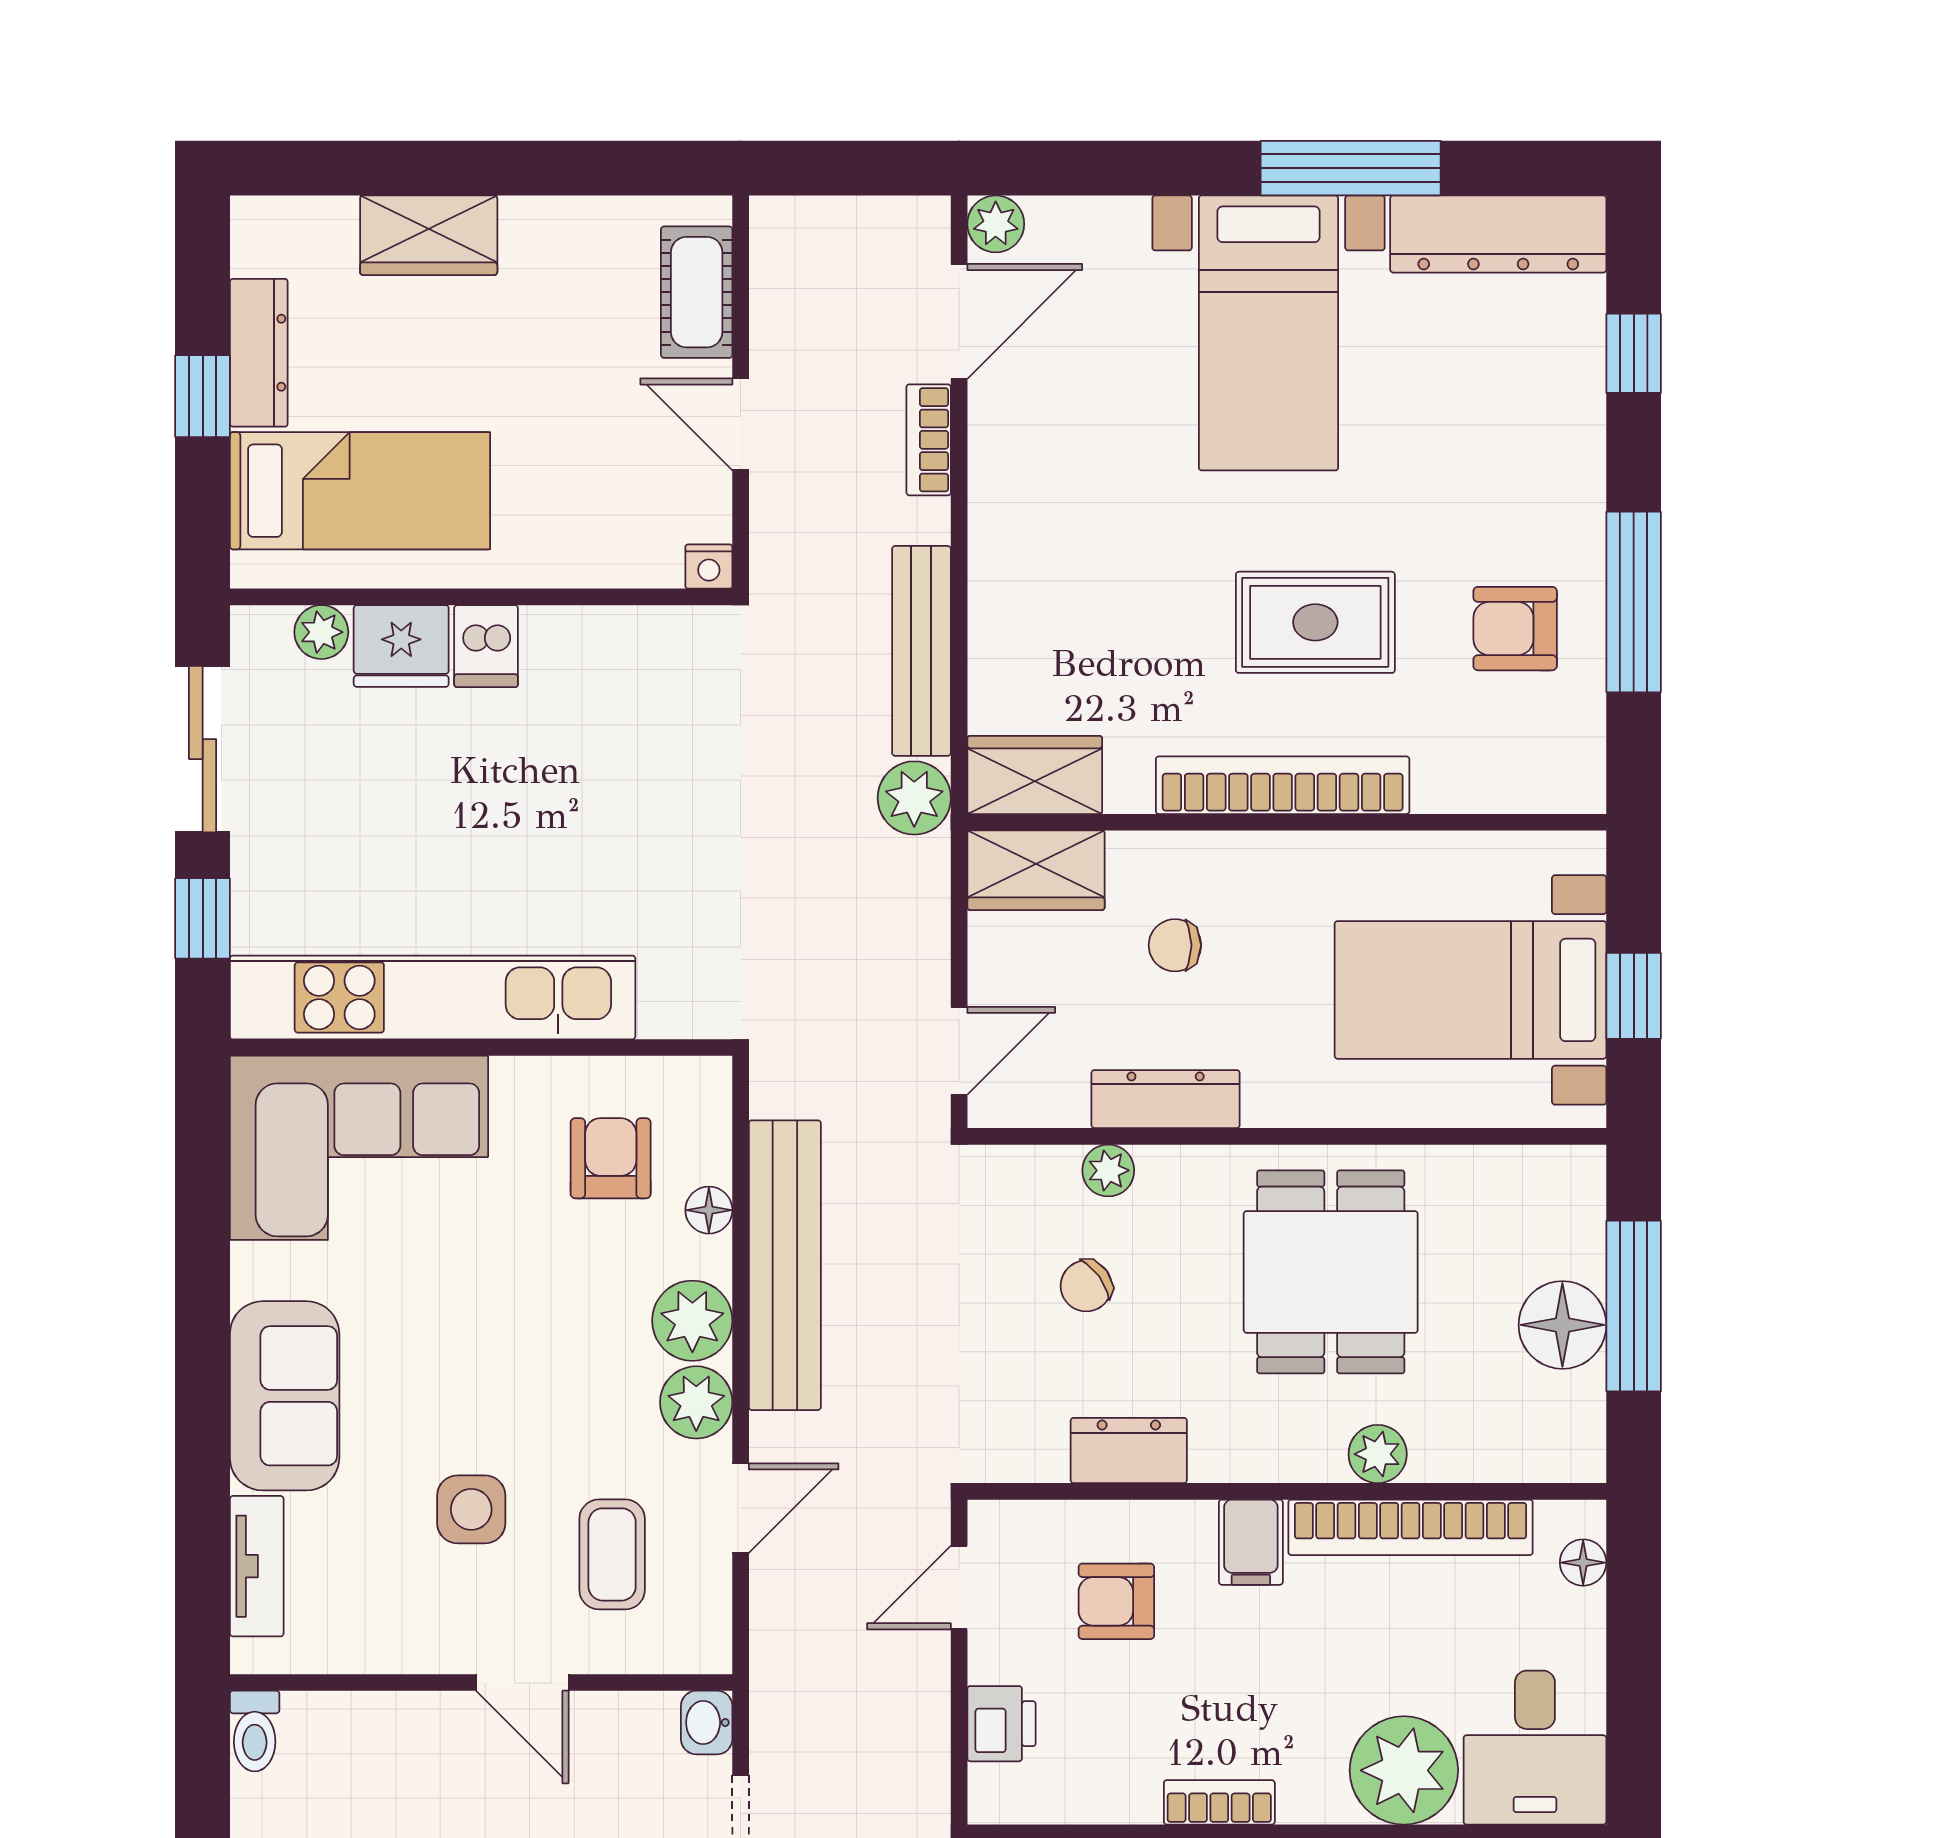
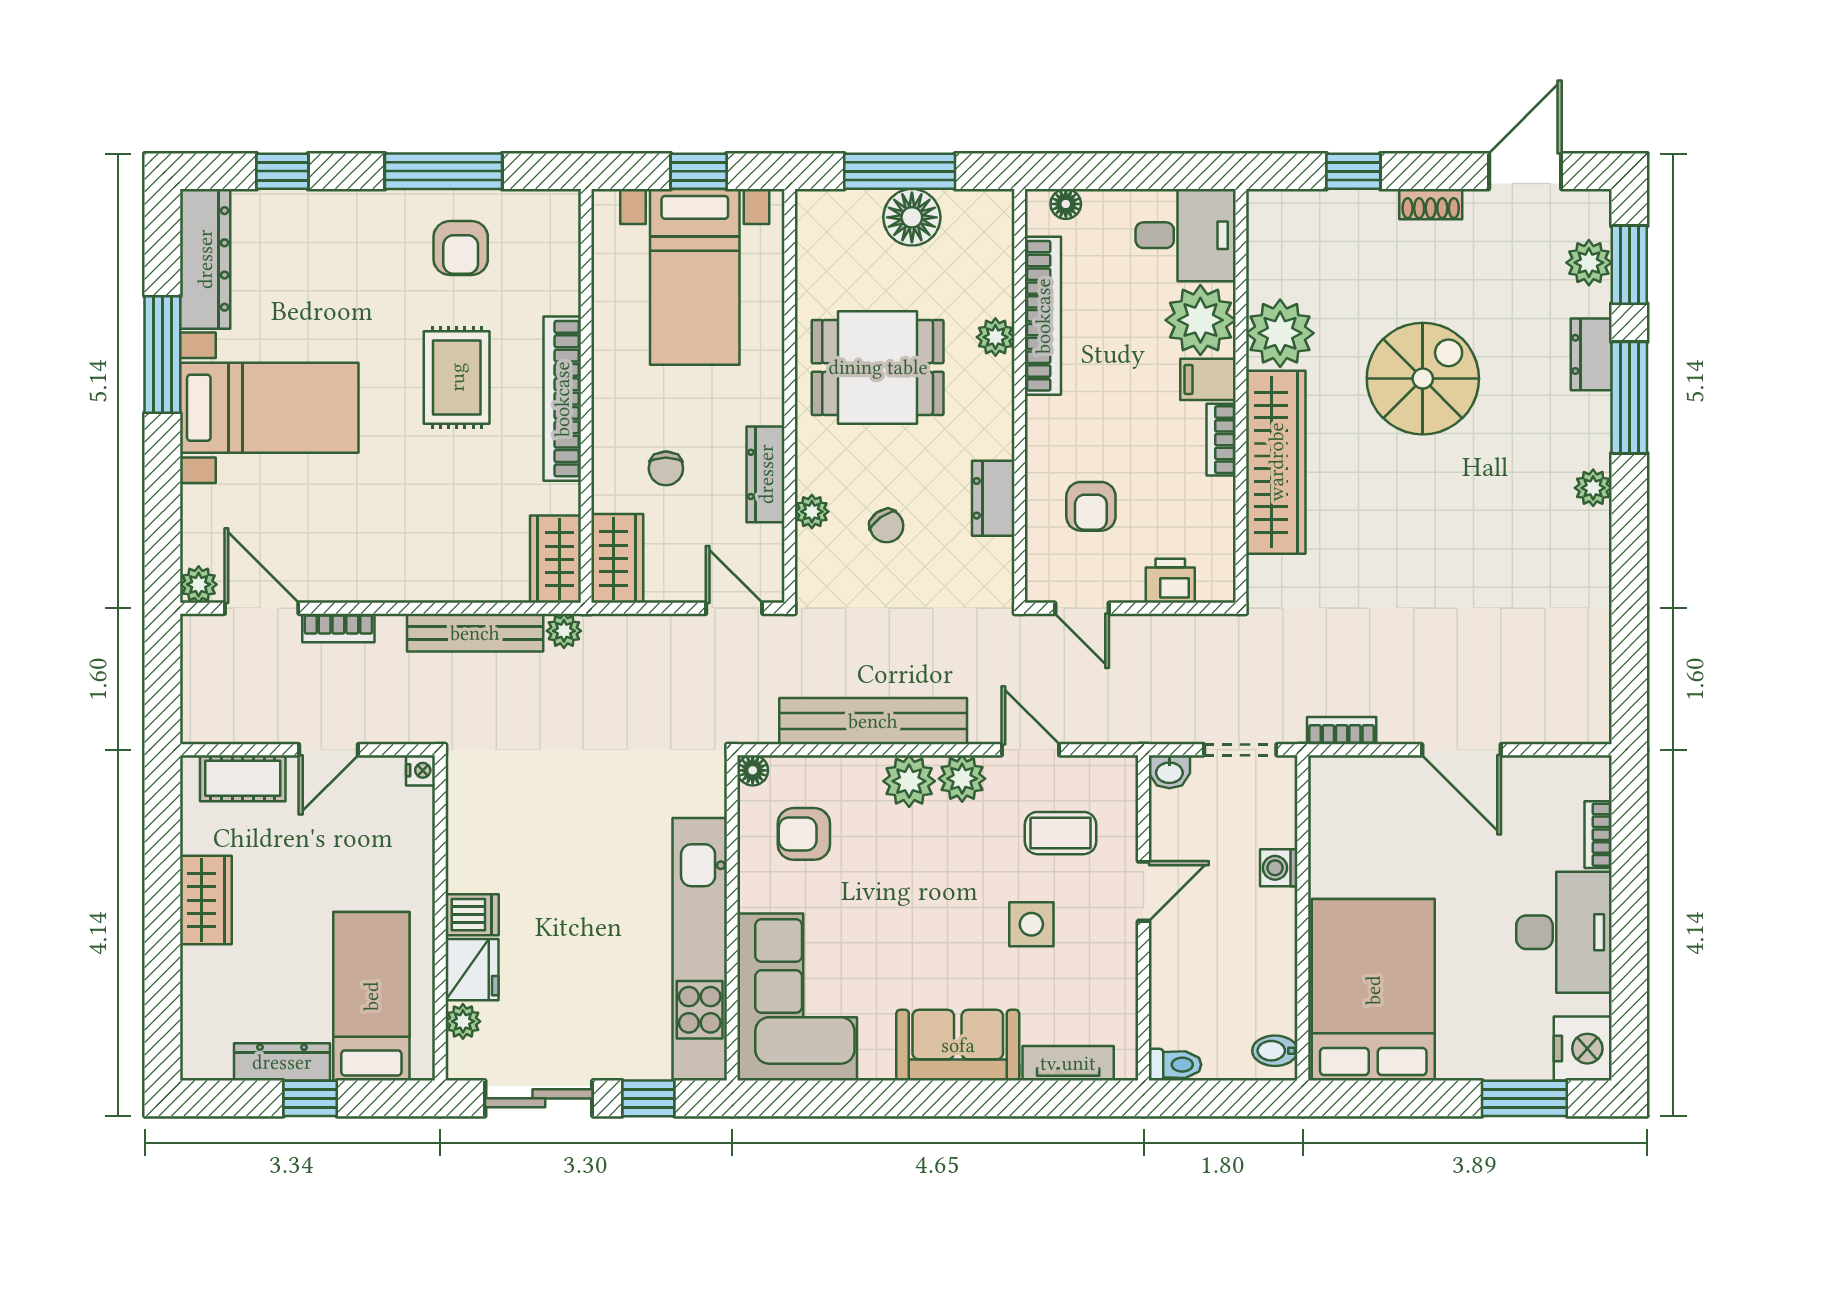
wardrobe: (429, 235) -> (206, 900), moved
plant: (914, 798) -> (564, 631), width x0.73, depth x0.73
floor lamp: (709, 1210) -> (753, 770), moved
filing cabinet: (1251, 1542) -> (1208, 379), moved, turned 180

